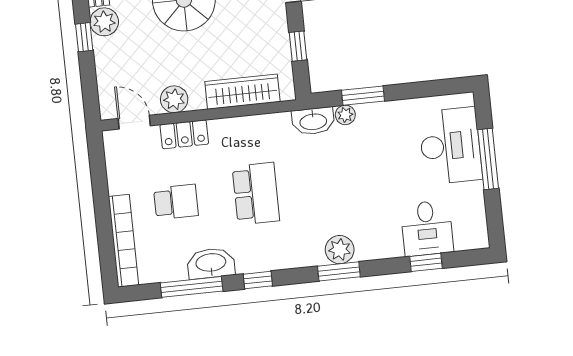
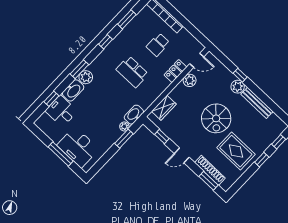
wardrobe: (242, 92) -> (164, 108), width x0.67
washbasin: (211, 263) -> (73, 90), moved
window: (192, 287) -> (127, 19), width x0.69

